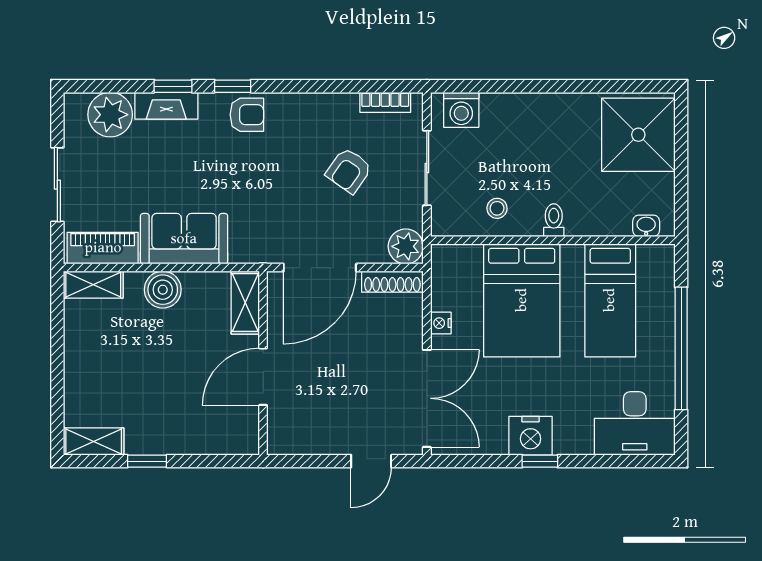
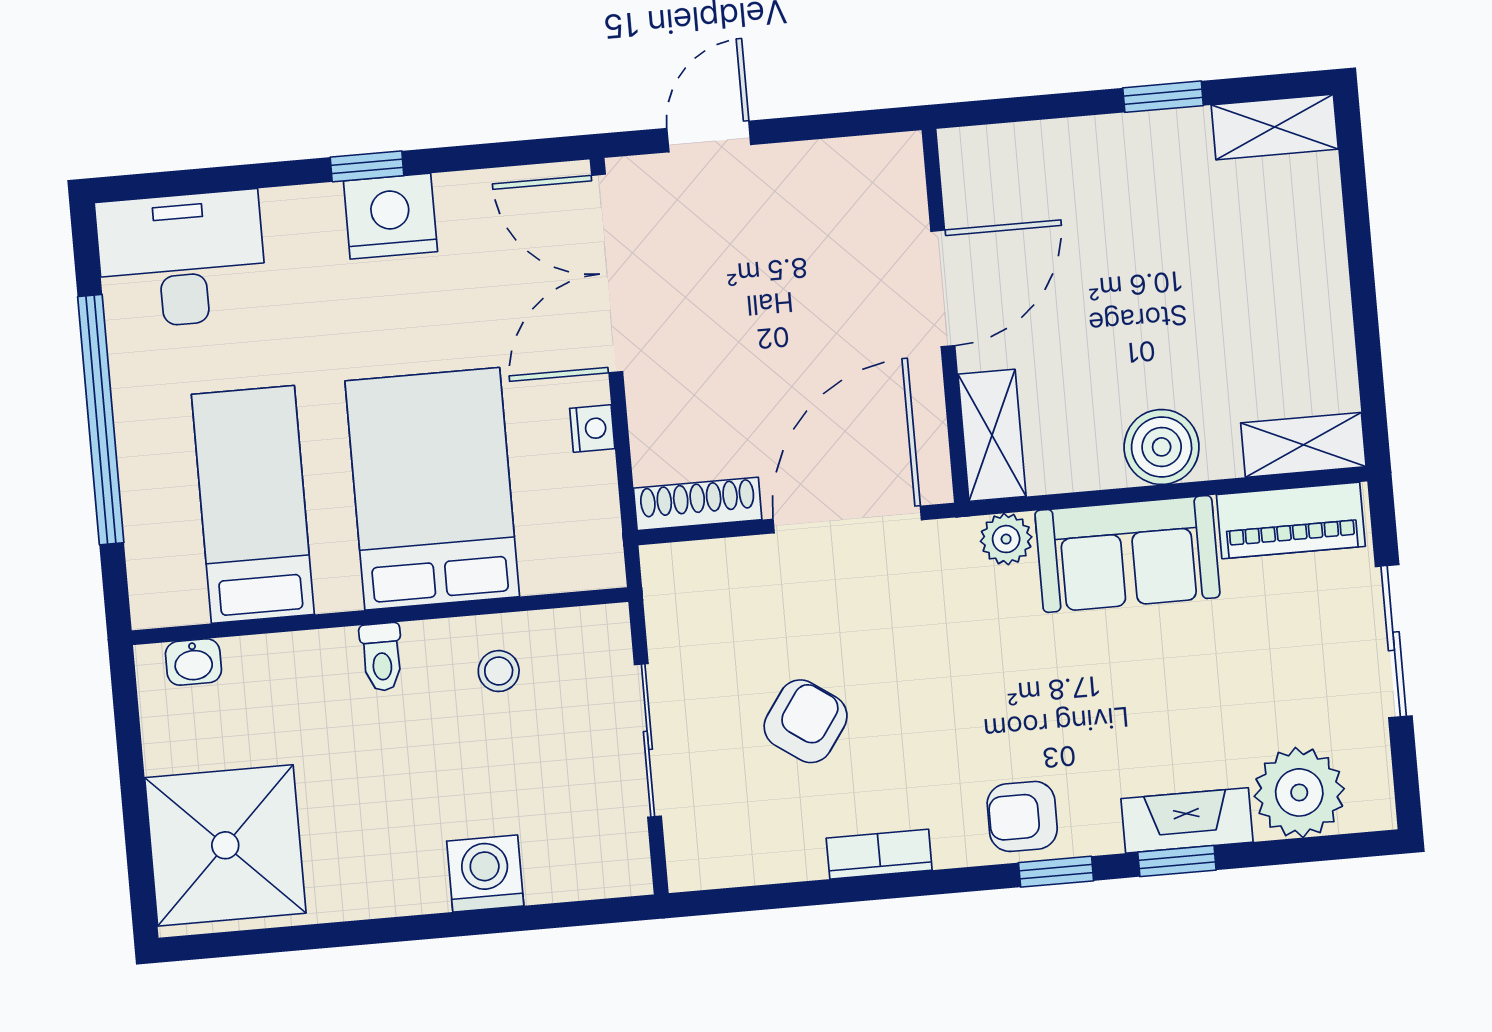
bookcase: (385, 102) -> (879, 854), moved
washing machine: (461, 110) -> (485, 873), moved
plant: (406, 246) -> (1006, 539), moved, width x0.73, depth x0.73

